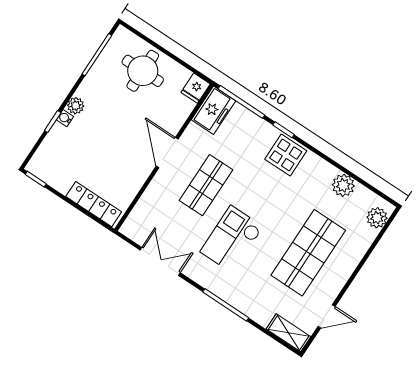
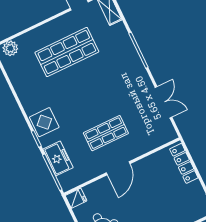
freezer: (213, 110) -> (58, 158), moved, turned 90
plant: (343, 185) -> (19, 81), removed
checkout: (232, 239) -> (110, 89), removed
double door: (160, 261) -> (163, 102), swing flipped

